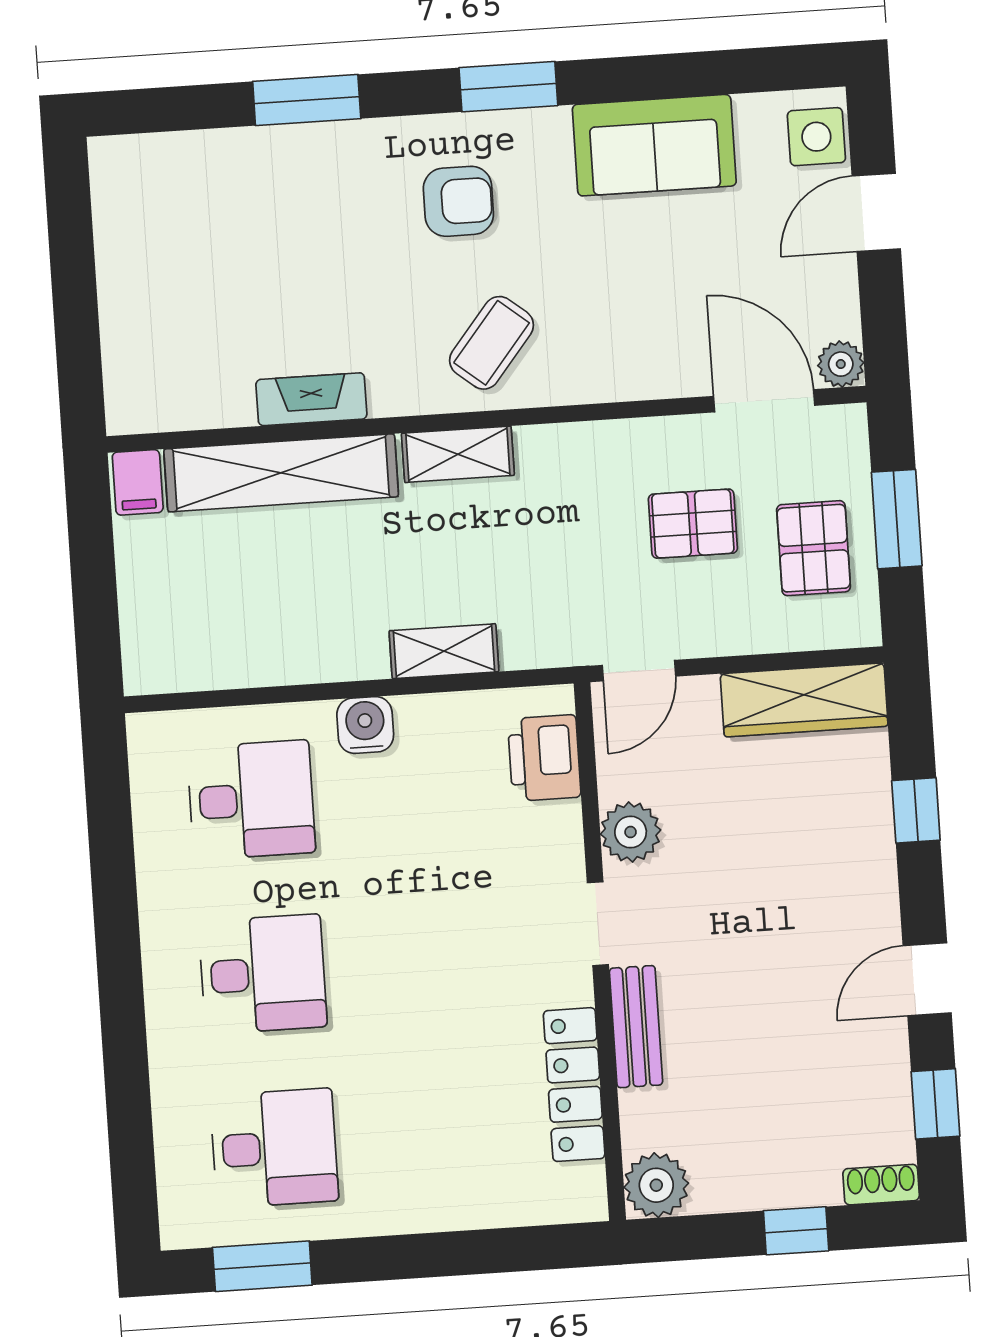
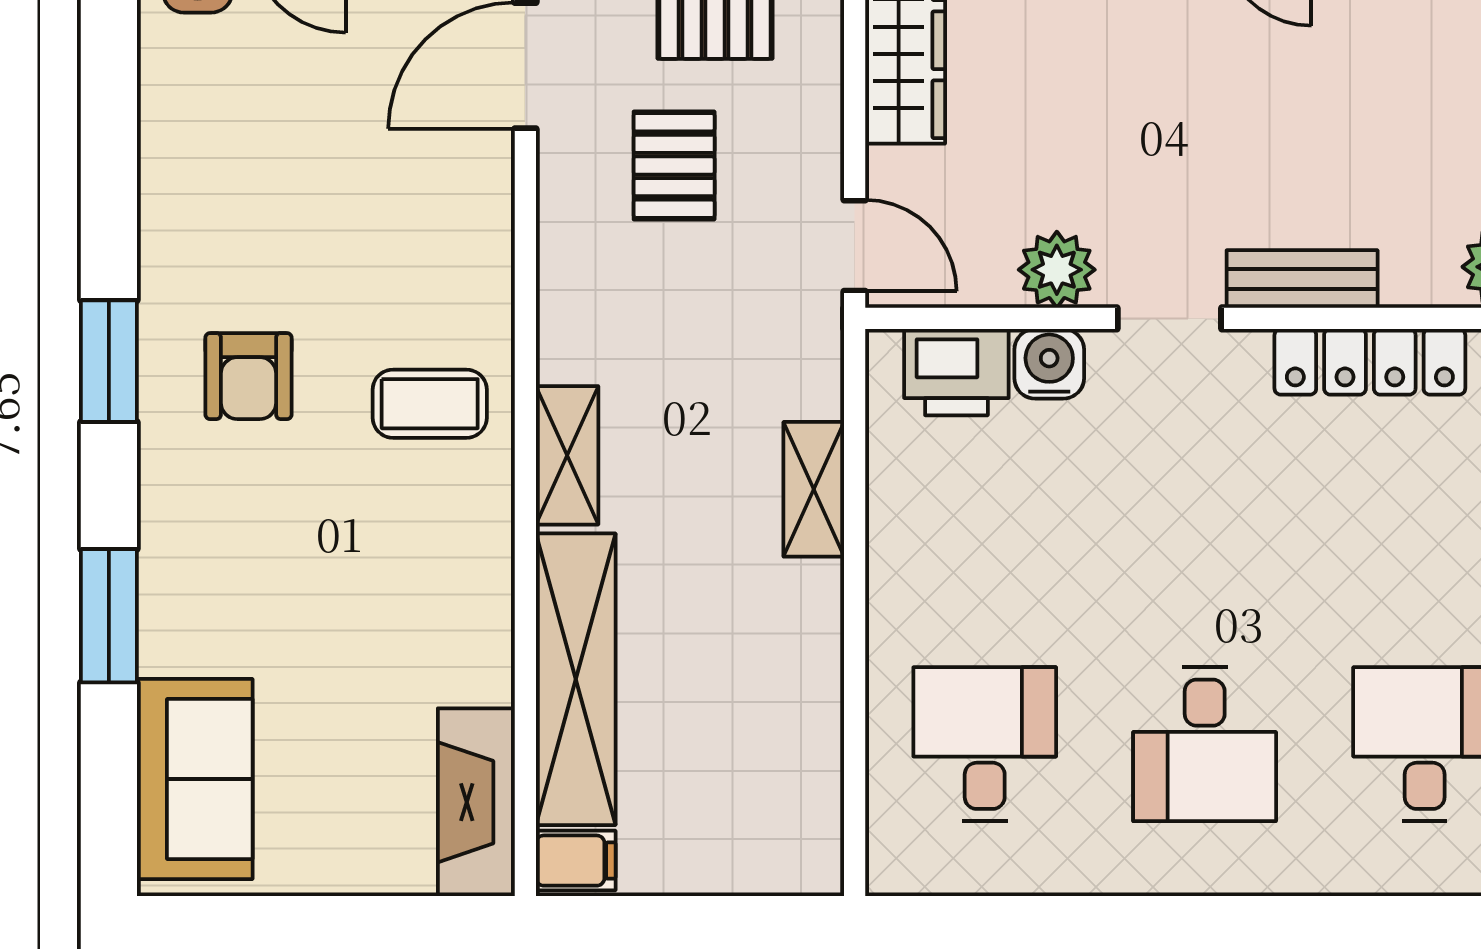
sofa: (654, 145) -> (195, 779), moved
armchair: (458, 201) -> (249, 376), moved, turned 180
coffee table: (492, 343) -> (430, 404), turned -39
fireplace: (311, 399) -> (476, 802), moved, width x1.37, depth x1.32
water cooler: (365, 725) -> (1049, 364), moved, turned 90
desk: (263, 974) -> (1205, 744), turned 180

